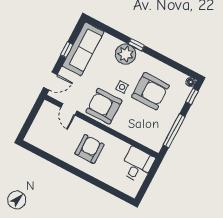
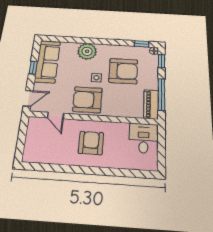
window: (136, 45) -> (142, 44), moved
piano: (160, 136) -> (151, 104), added

